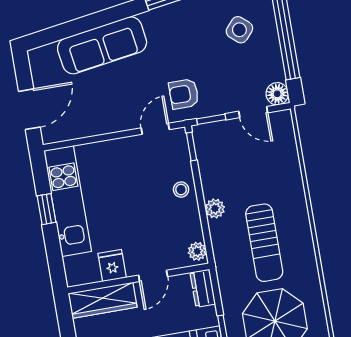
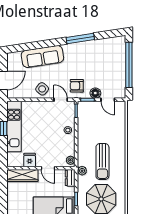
side table: (239, 30) -> (42, 89), moved
floor lamp: (277, 94) -> (95, 93), moved
door: (155, 129) -> (61, 100), hinge flipped
plant: (215, 208) -> (82, 171), moved
door: (153, 276) -> (48, 168), hinge flipped

